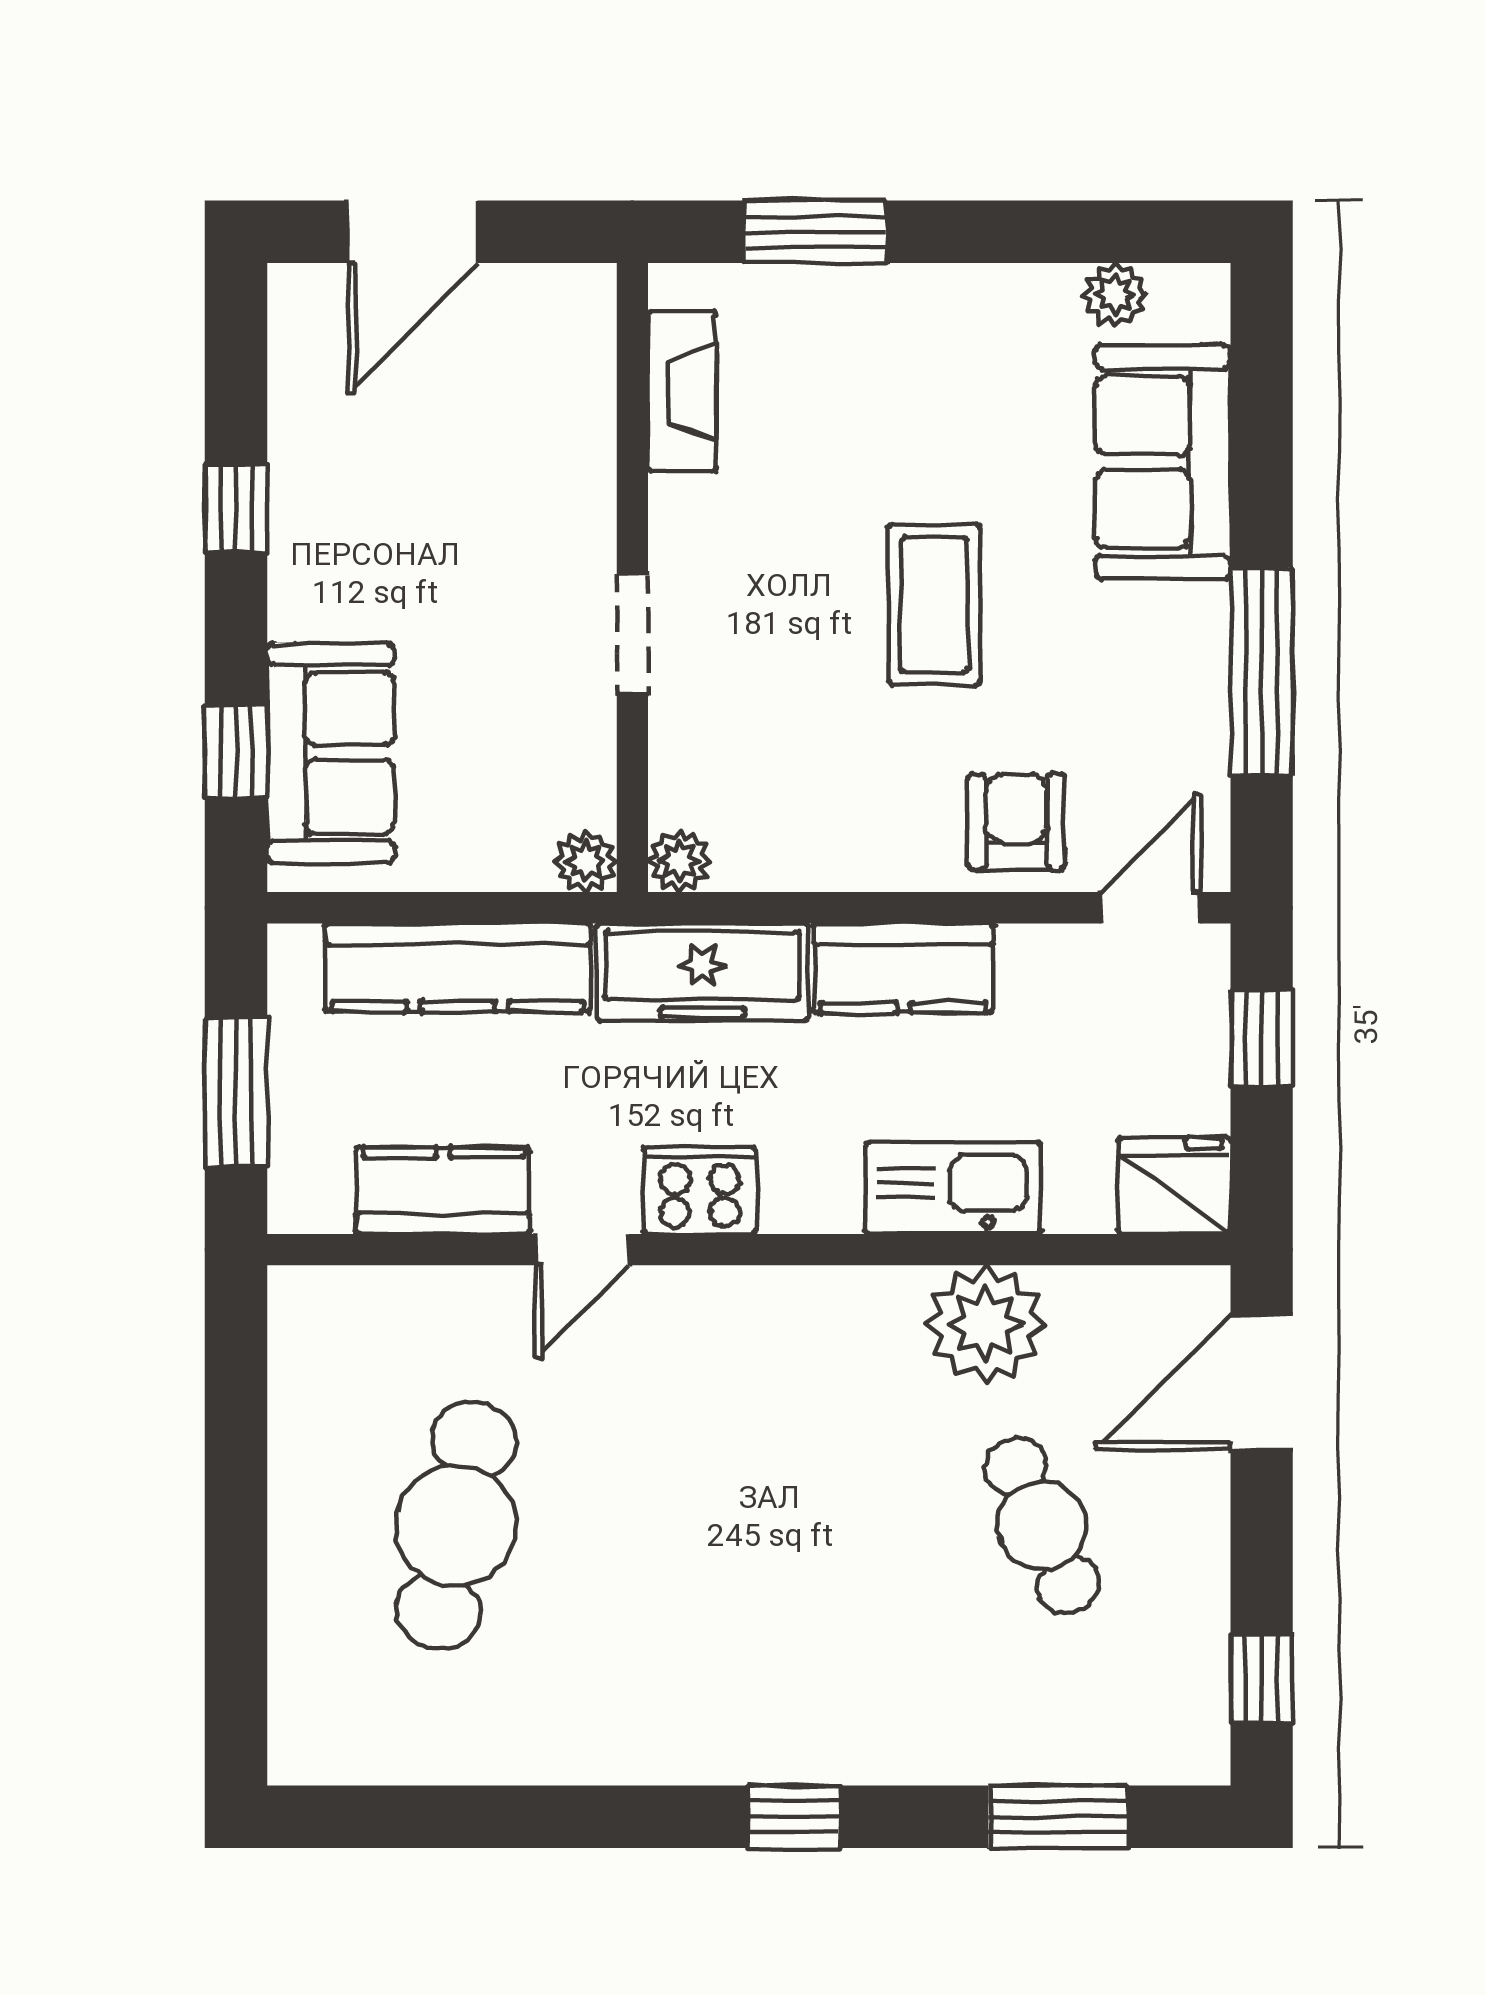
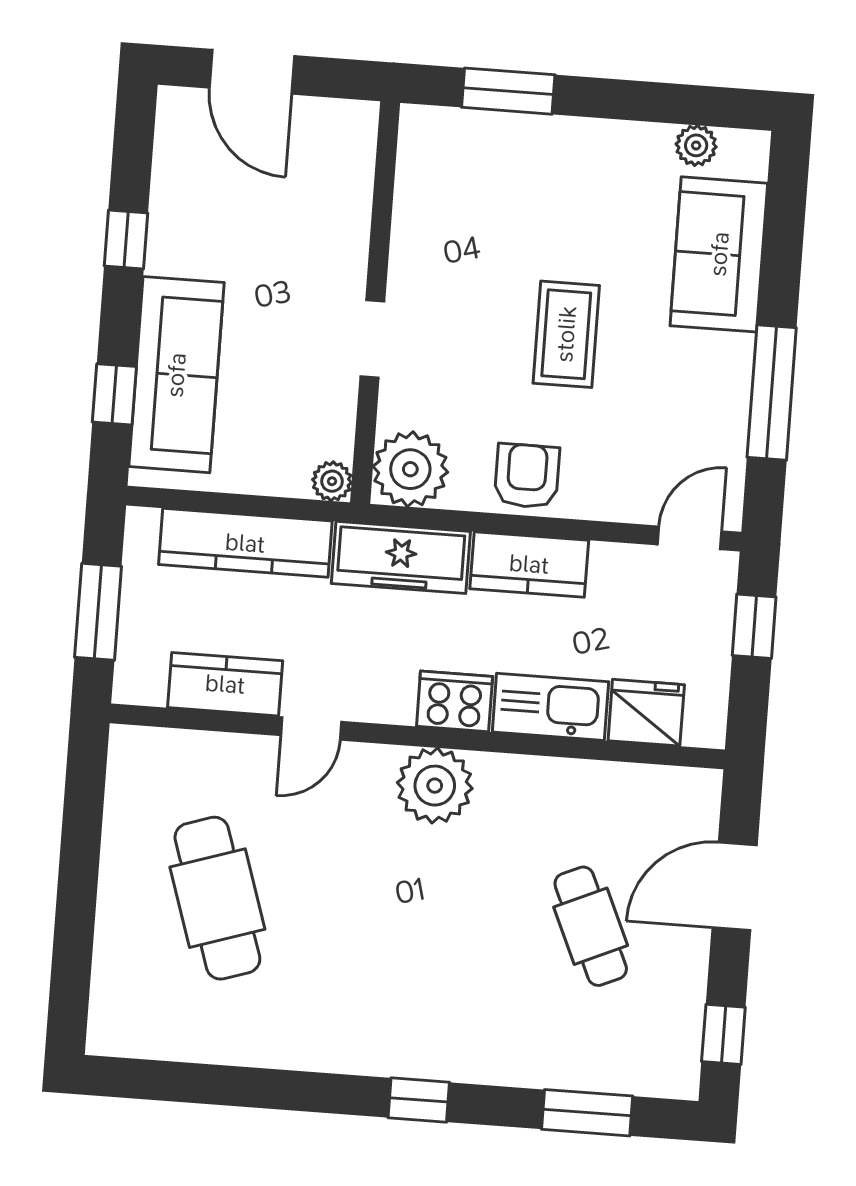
door: (413, 232) -> (252, 72), hinge flipped
fireplace: (682, 392) -> (416, 187), removed
sofa: (331, 753) -> (176, 375), width x1.36
armchair: (1016, 822) -> (527, 476), moved
plant: (679, 861) -> (410, 469), width x1.87, depth x1.87
fridge: (1174, 1186) -> (646, 713), moved
cooker: (700, 1191) -> (455, 701), moved
plant: (985, 1324) -> (435, 786), moved
door: (1262, 1382) -> (735, 886), moved
cafe table: (456, 1525) -> (217, 898), turned -30

